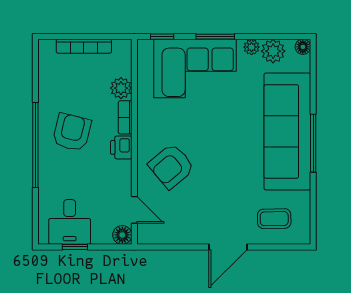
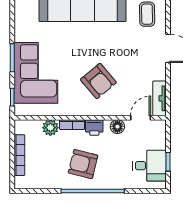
plant: (252, 47) -> (20, 31), removed
plant: (273, 51) -> (23, 15), removed
armchair: (171, 166) -> (98, 81), moved
floor lamp: (122, 235) -> (117, 127), moved
tv unit: (160, 235) -> (159, 98), added

